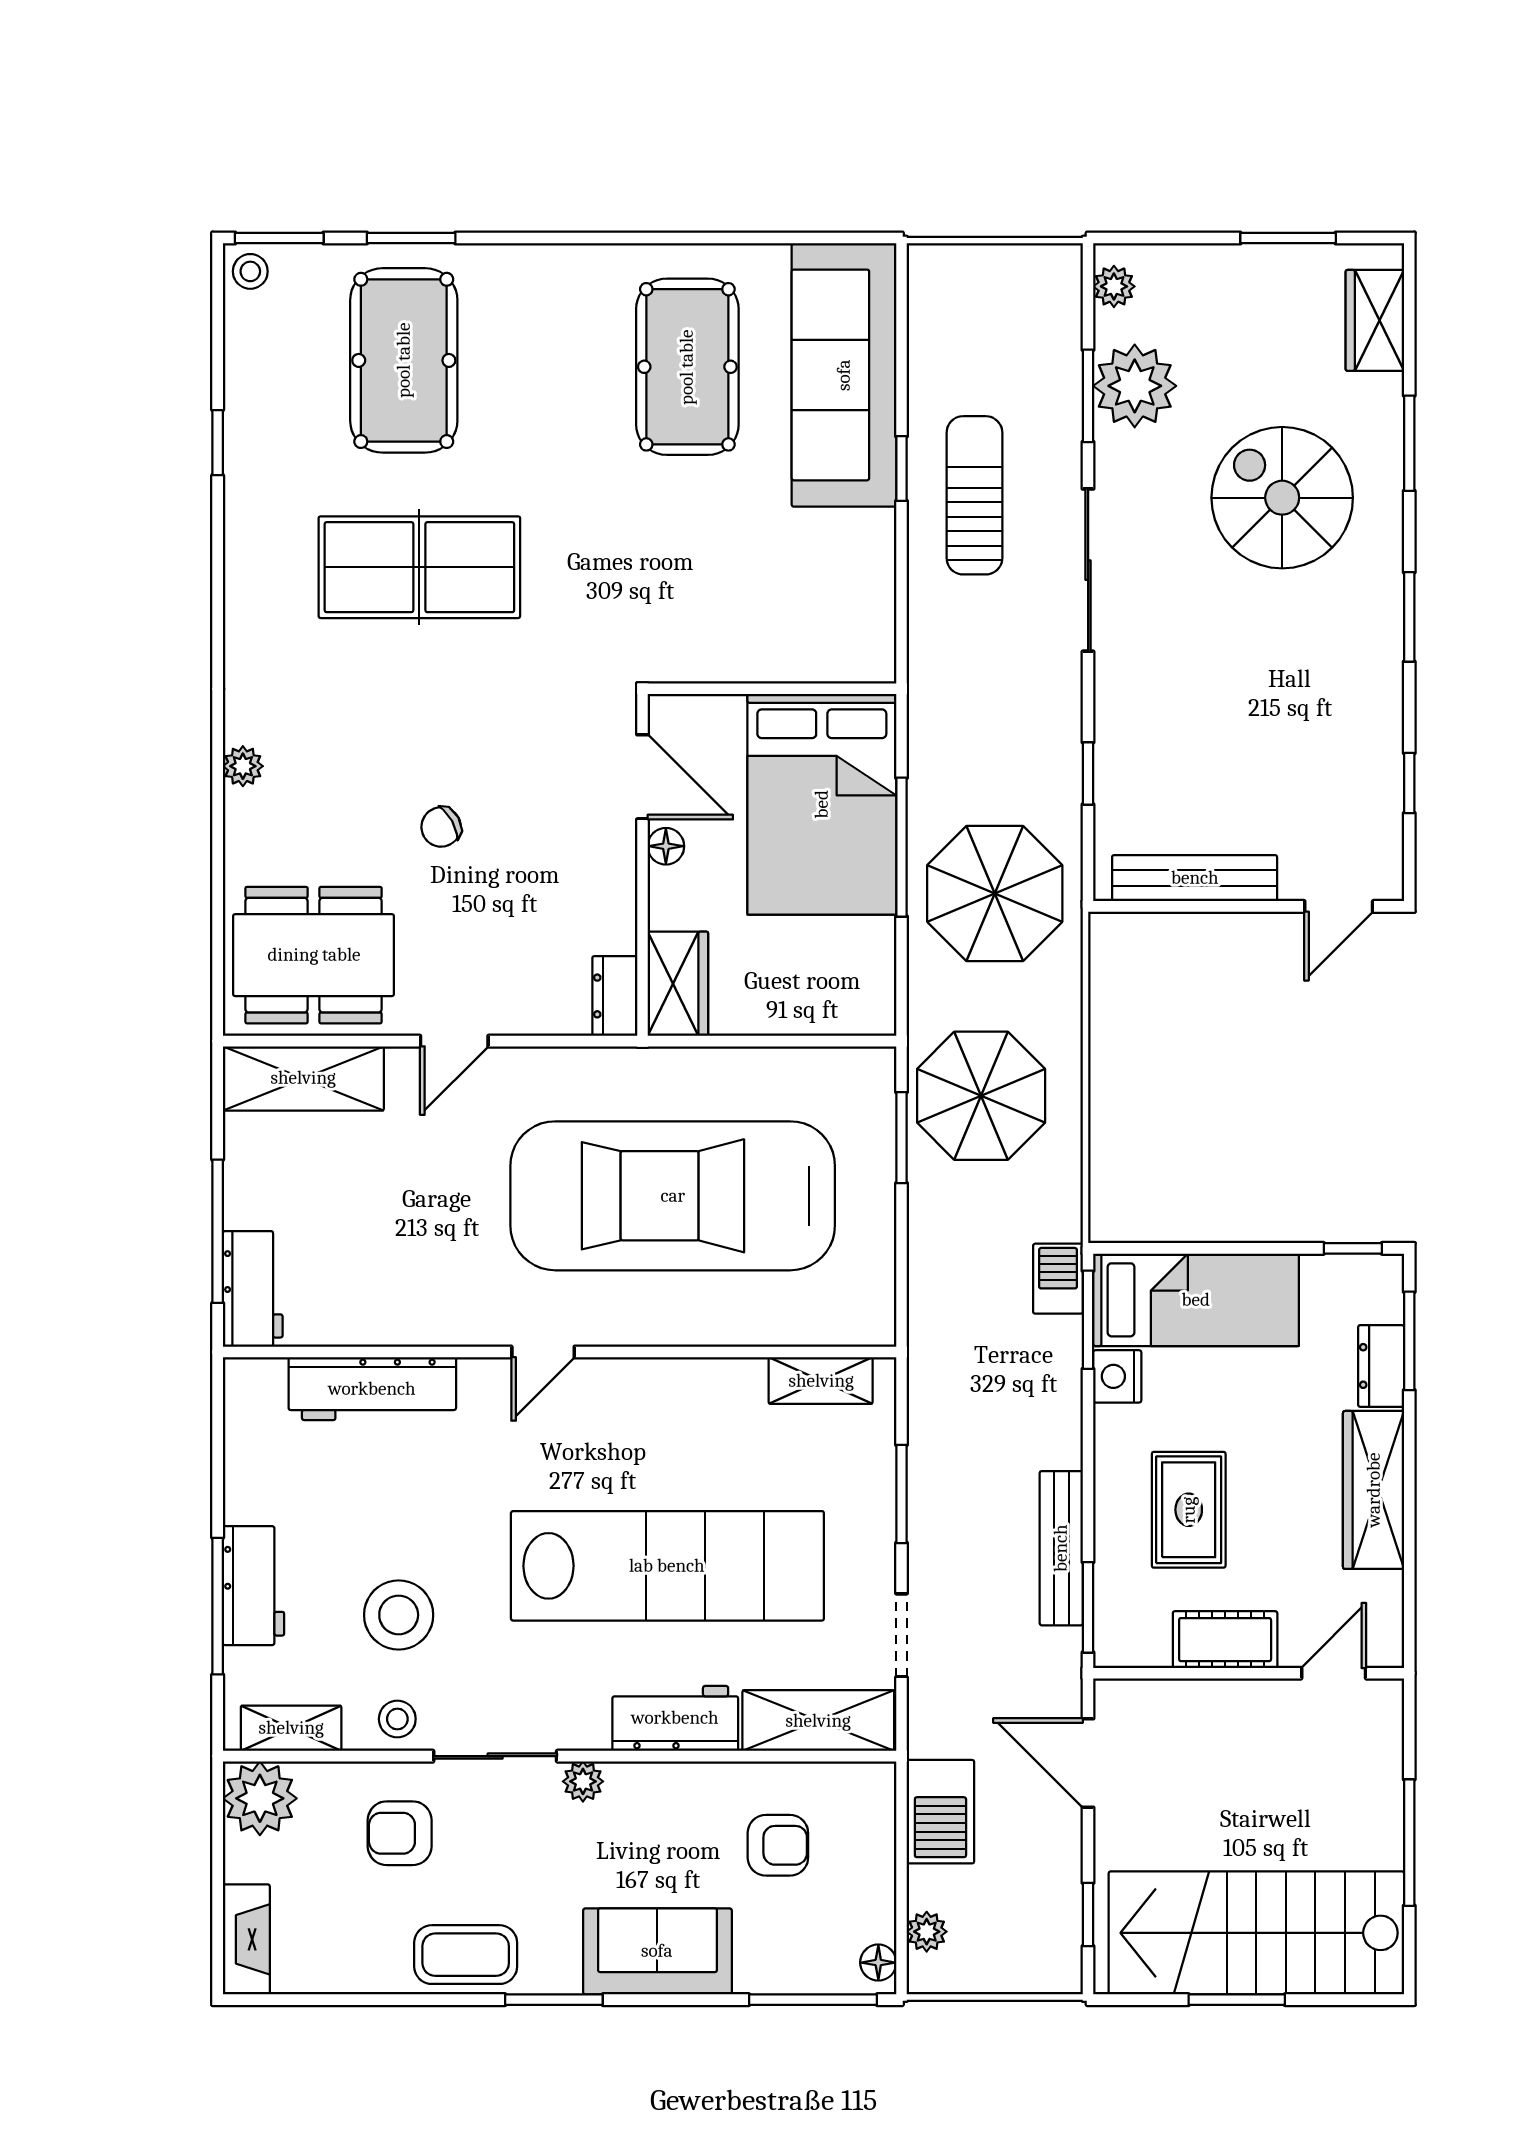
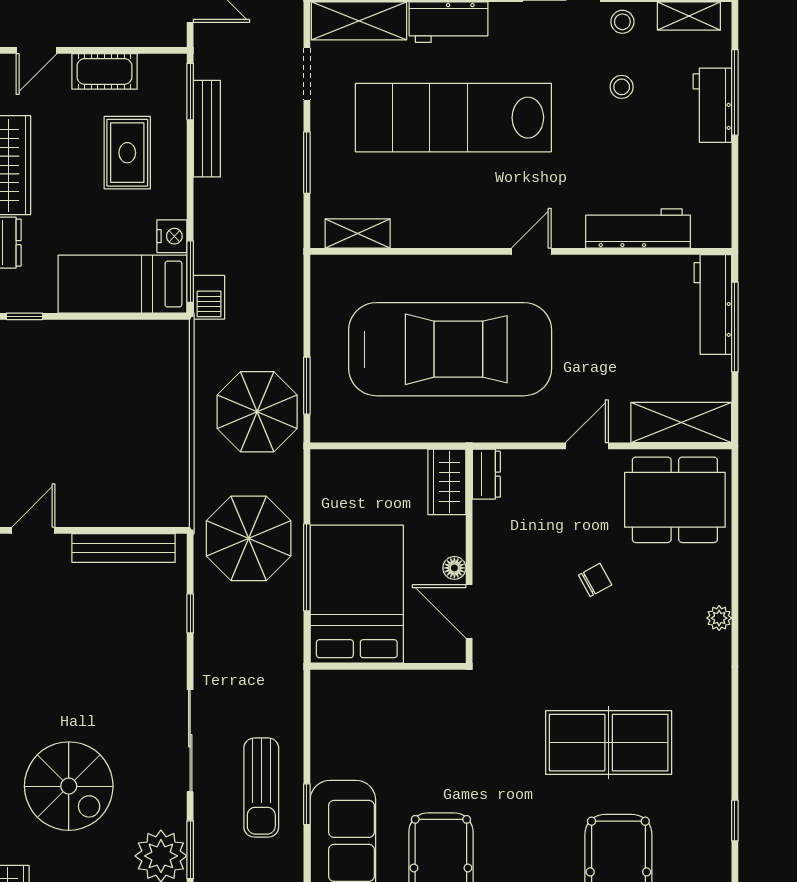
workbench: (253, 1289) -> (713, 304), width x1.38
stool: (399, 1615) -> (622, 87), width x0.53, depth x0.53

